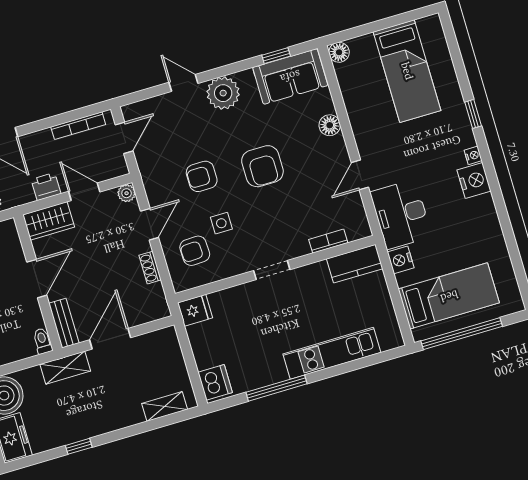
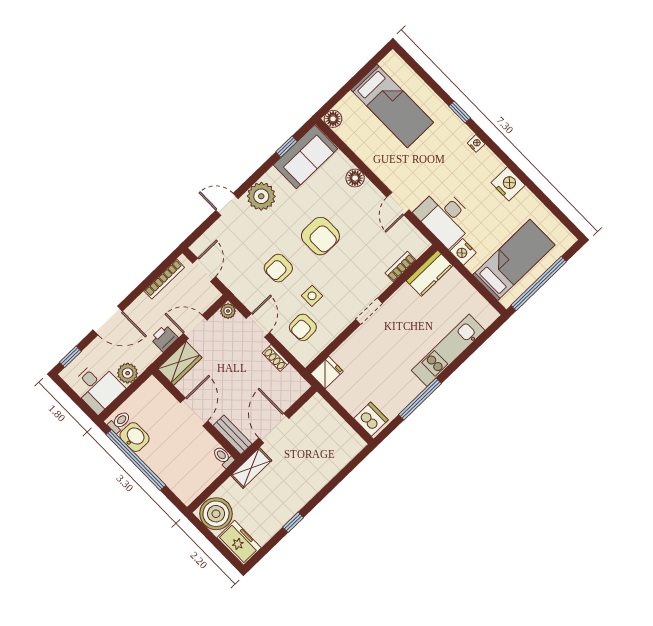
nightstand: (474, 181) -> (508, 184), moved
shelving: (165, 406) -> (342, 458), removed

